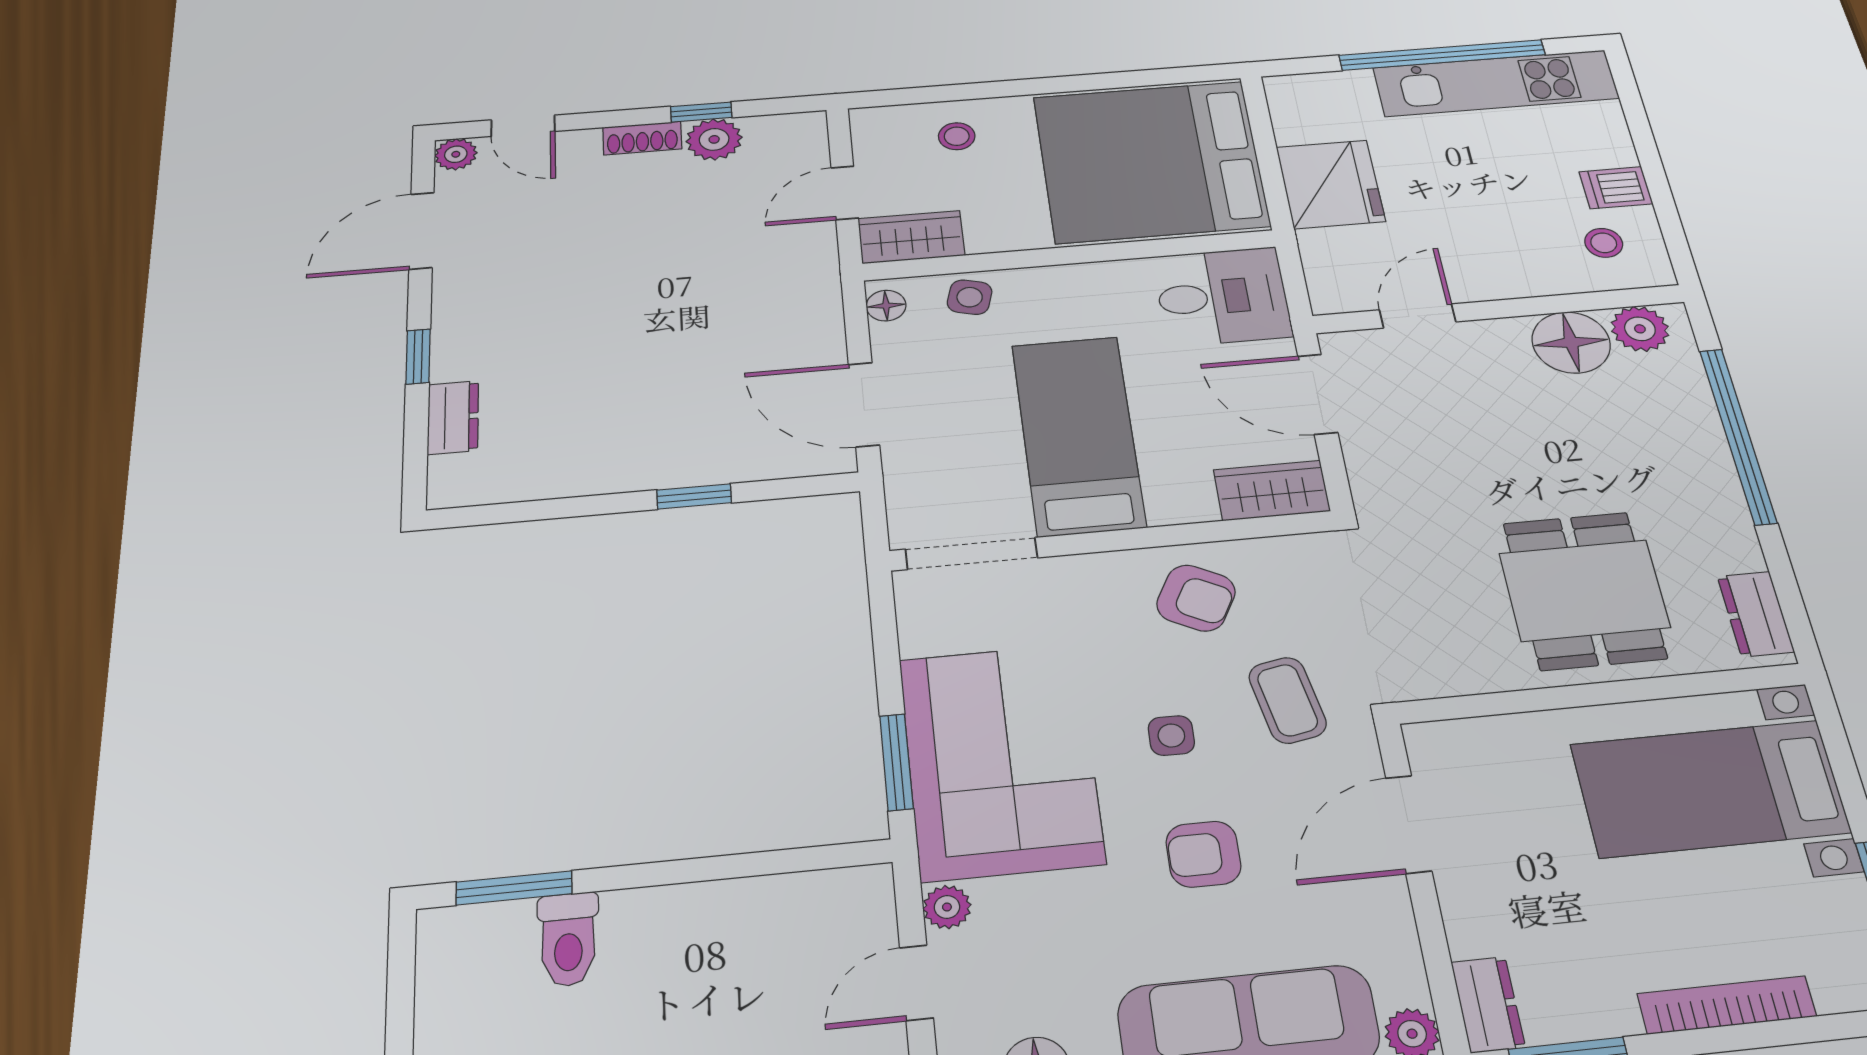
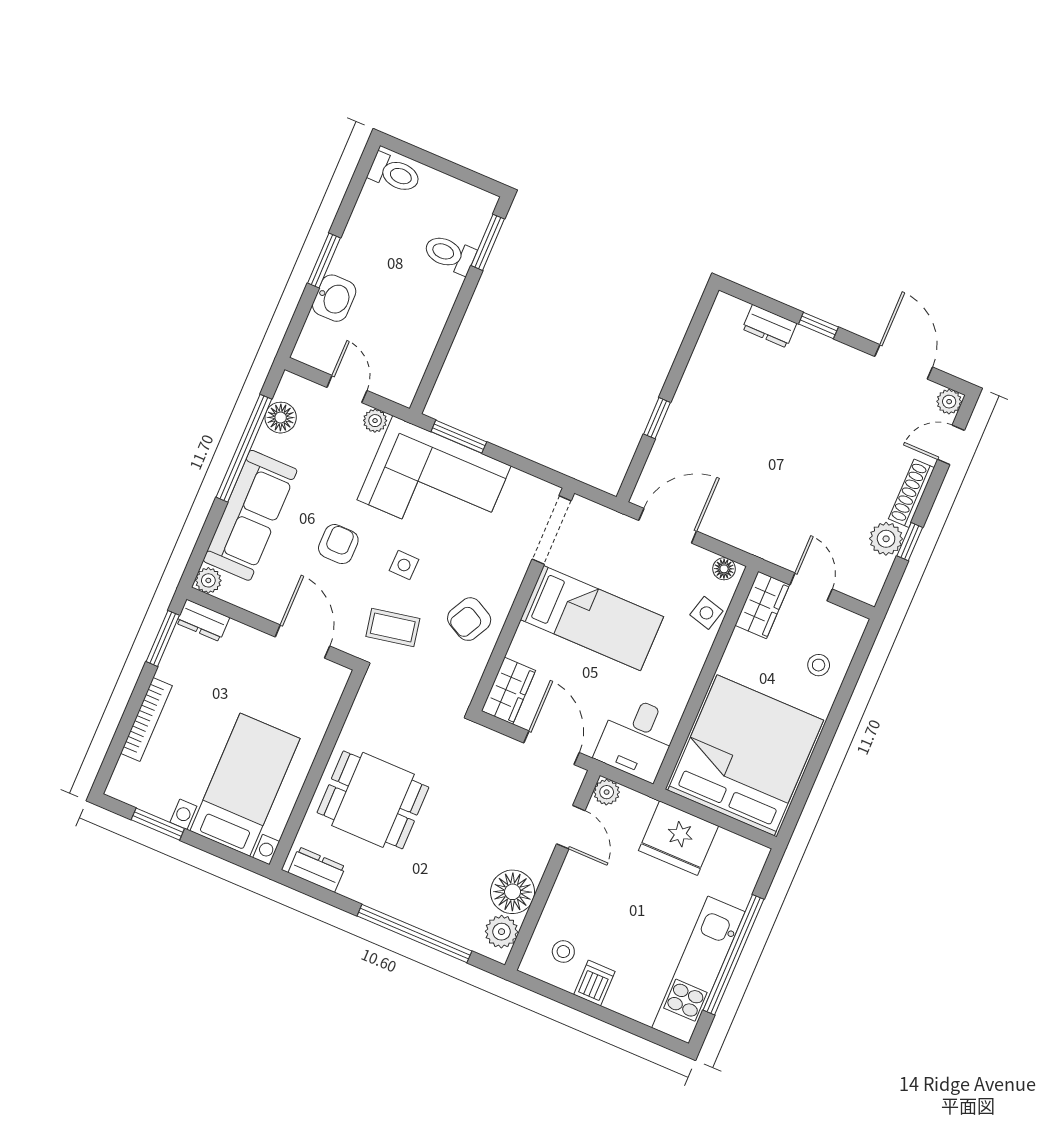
shoe rack: (642, 138) -> (911, 493), width x1.43
plant: (1331, 297) -> (607, 792), added
door: (1318, 394) -> (552, 748), hinge flipped

